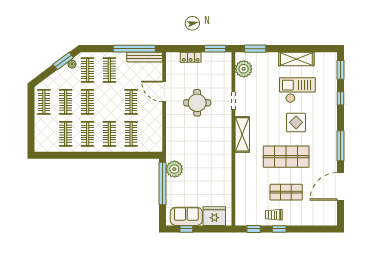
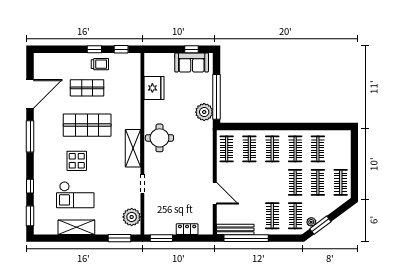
clothes rail: (131, 102) -> (227, 149), moved
round table: (197, 103) -> (159, 138), moved
fridge: (214, 216) -> (154, 88), moved, turned -90

